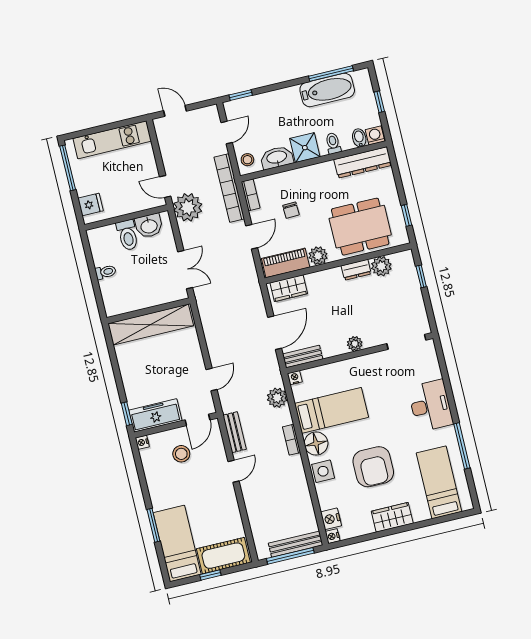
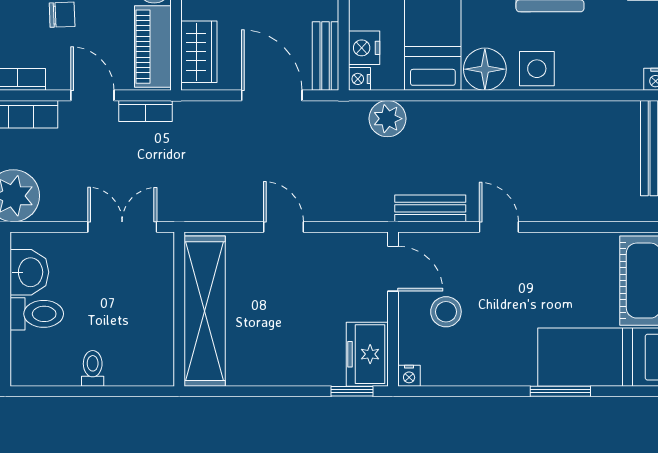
door: (211, 380) -> (283, 227), moved
freezer: (155, 415) -> (367, 354), width x0.71
bookcase: (292, 440) -> (146, 111), moved
nightstand: (331, 519) -> (364, 48), moved, turned 90

